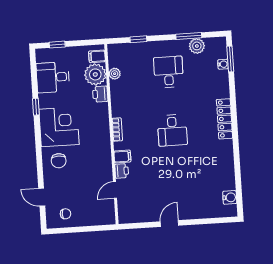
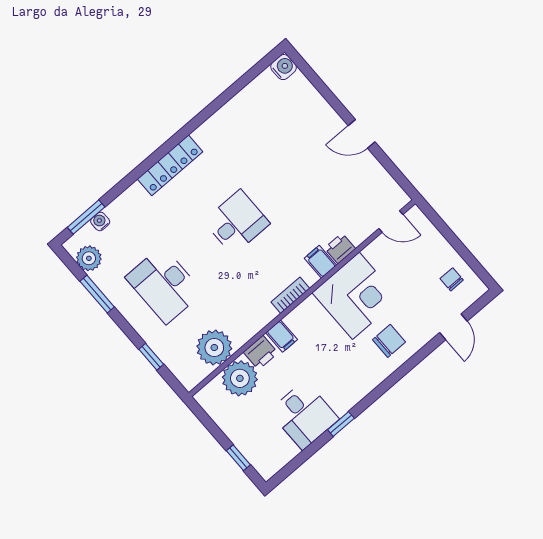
plant: (197, 46) -> (89, 258), moved
filing cabinet: (97, 56) -> (282, 336), moved
desk: (169, 72) -> (164, 285), width x1.37
plant: (115, 74) -> (214, 348), width x1.87, depth x1.87
desk: (53, 77) -> (304, 415), moved
corner desk: (59, 127) -> (356, 296), moved, turned 180
door: (115, 190) -> (391, 221), moved
water cooler: (230, 197) -> (284, 67), moved, turned 90

